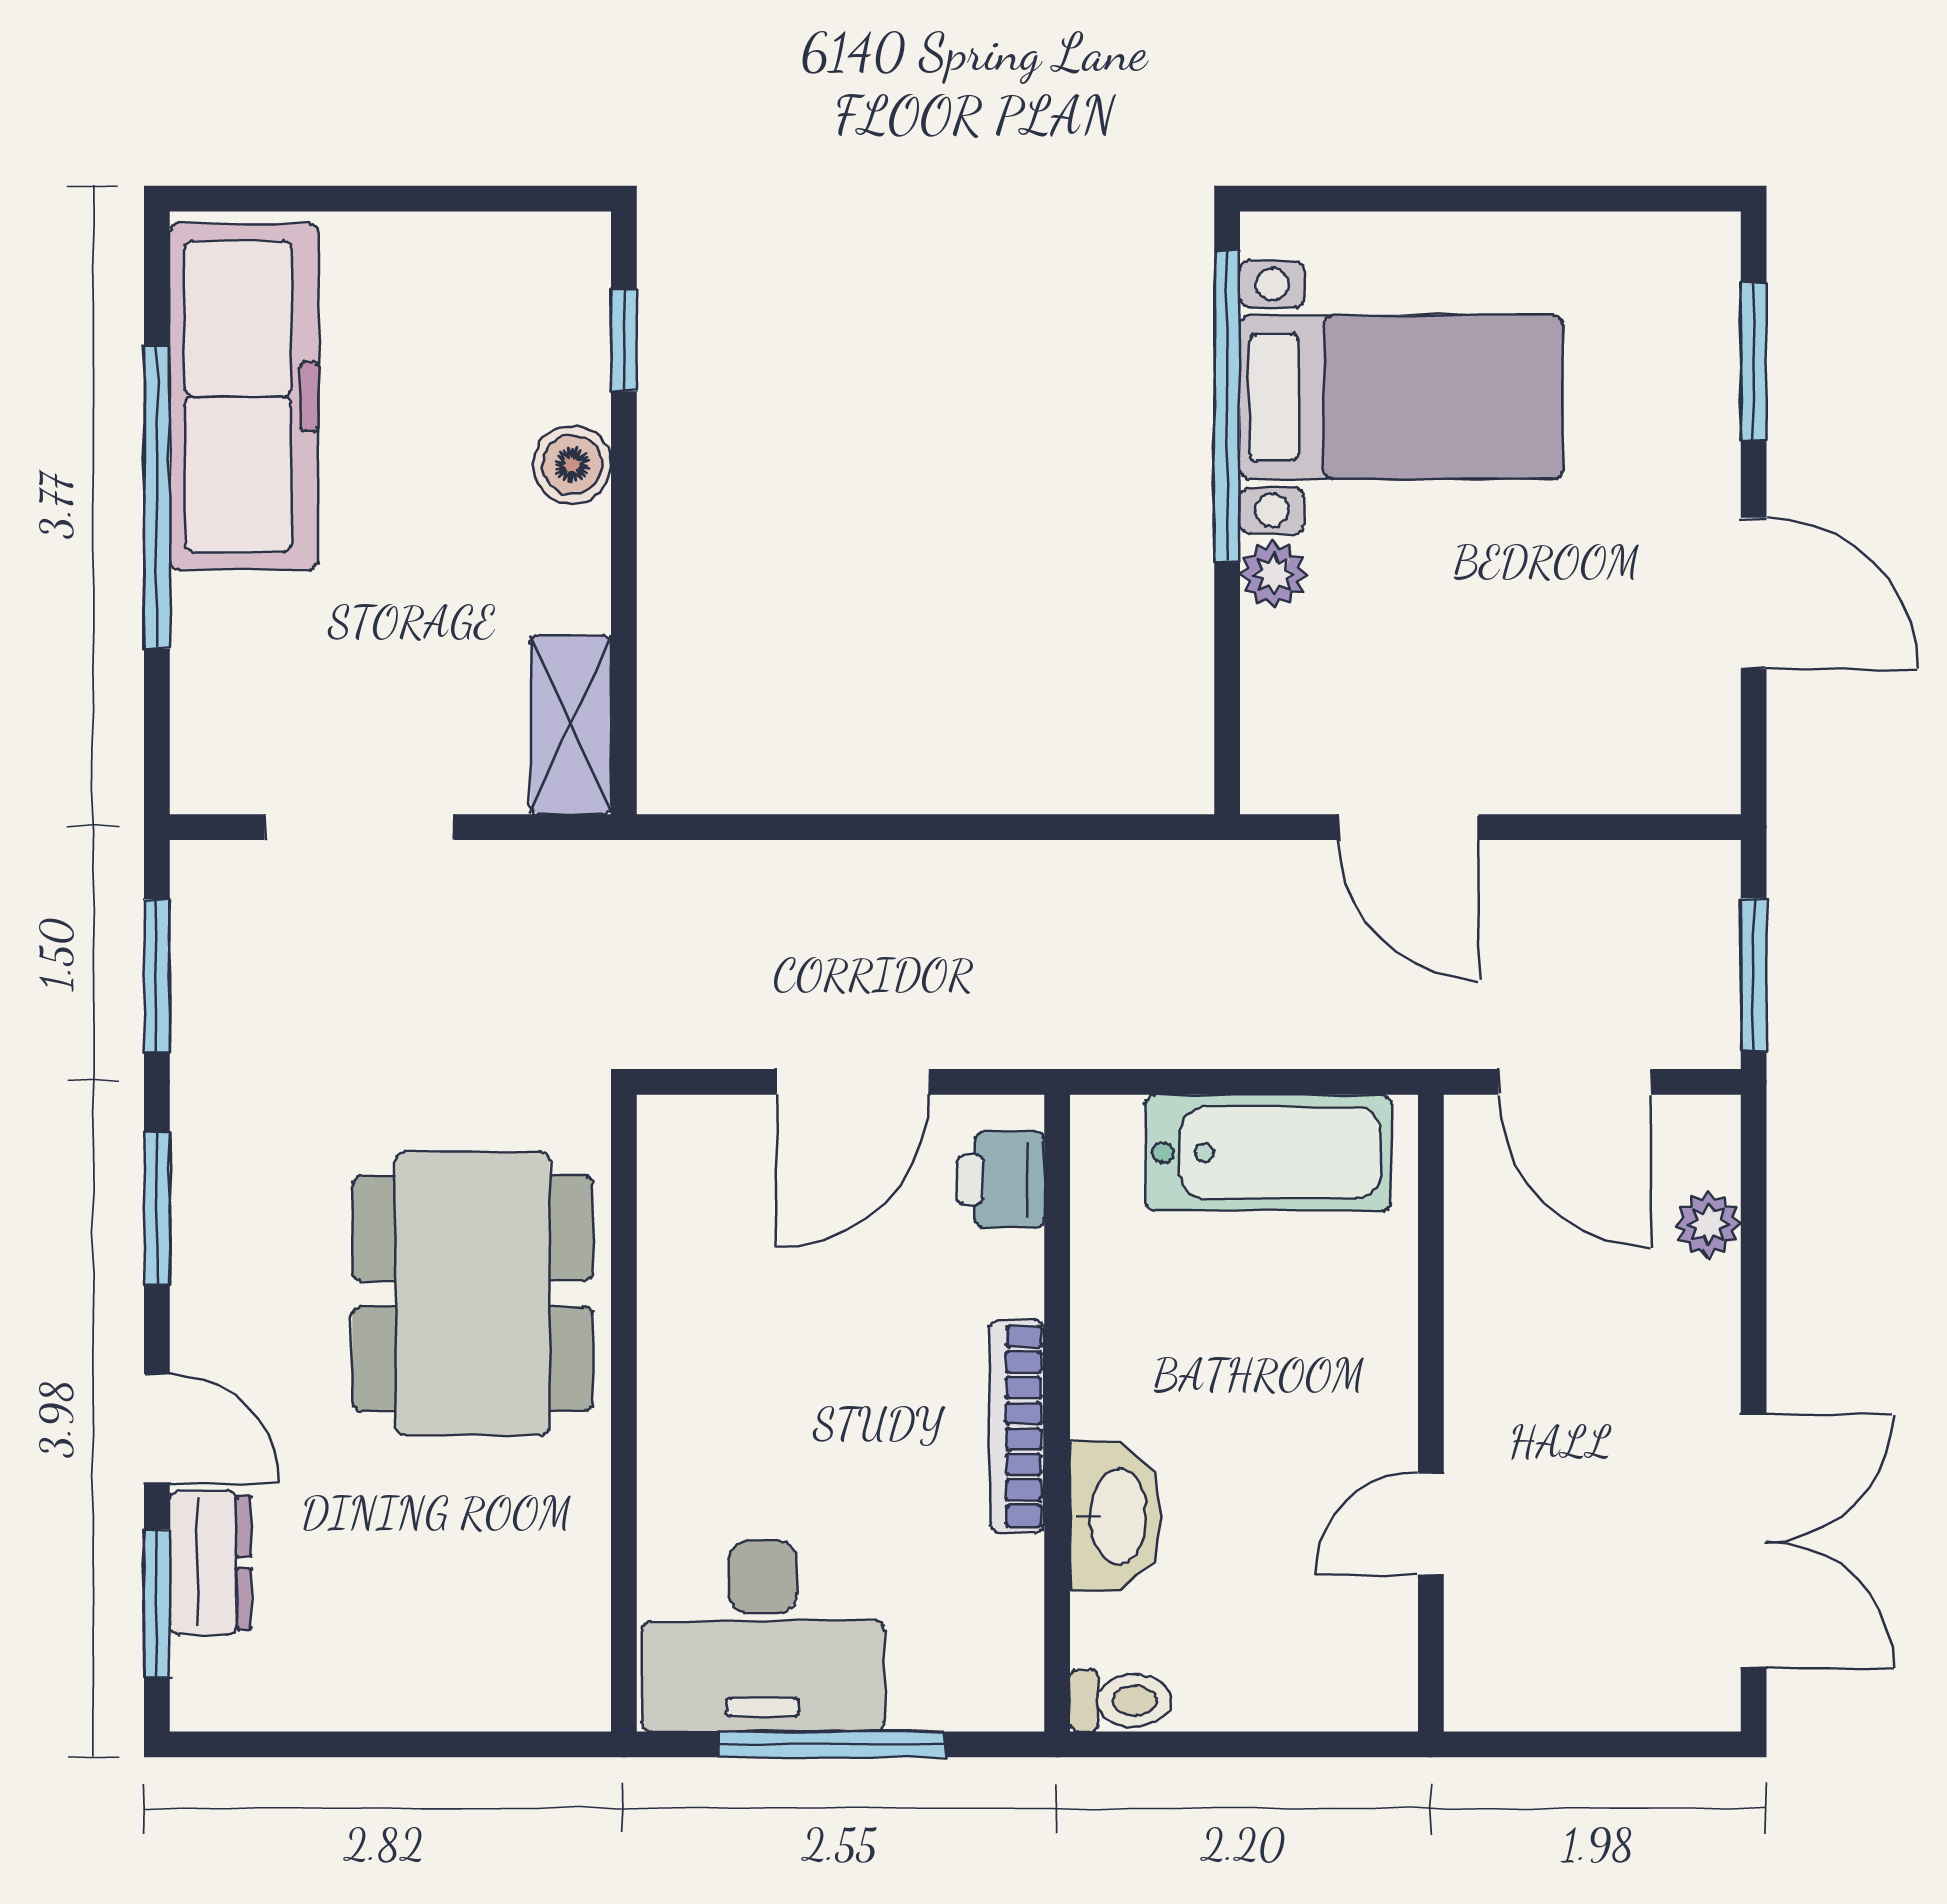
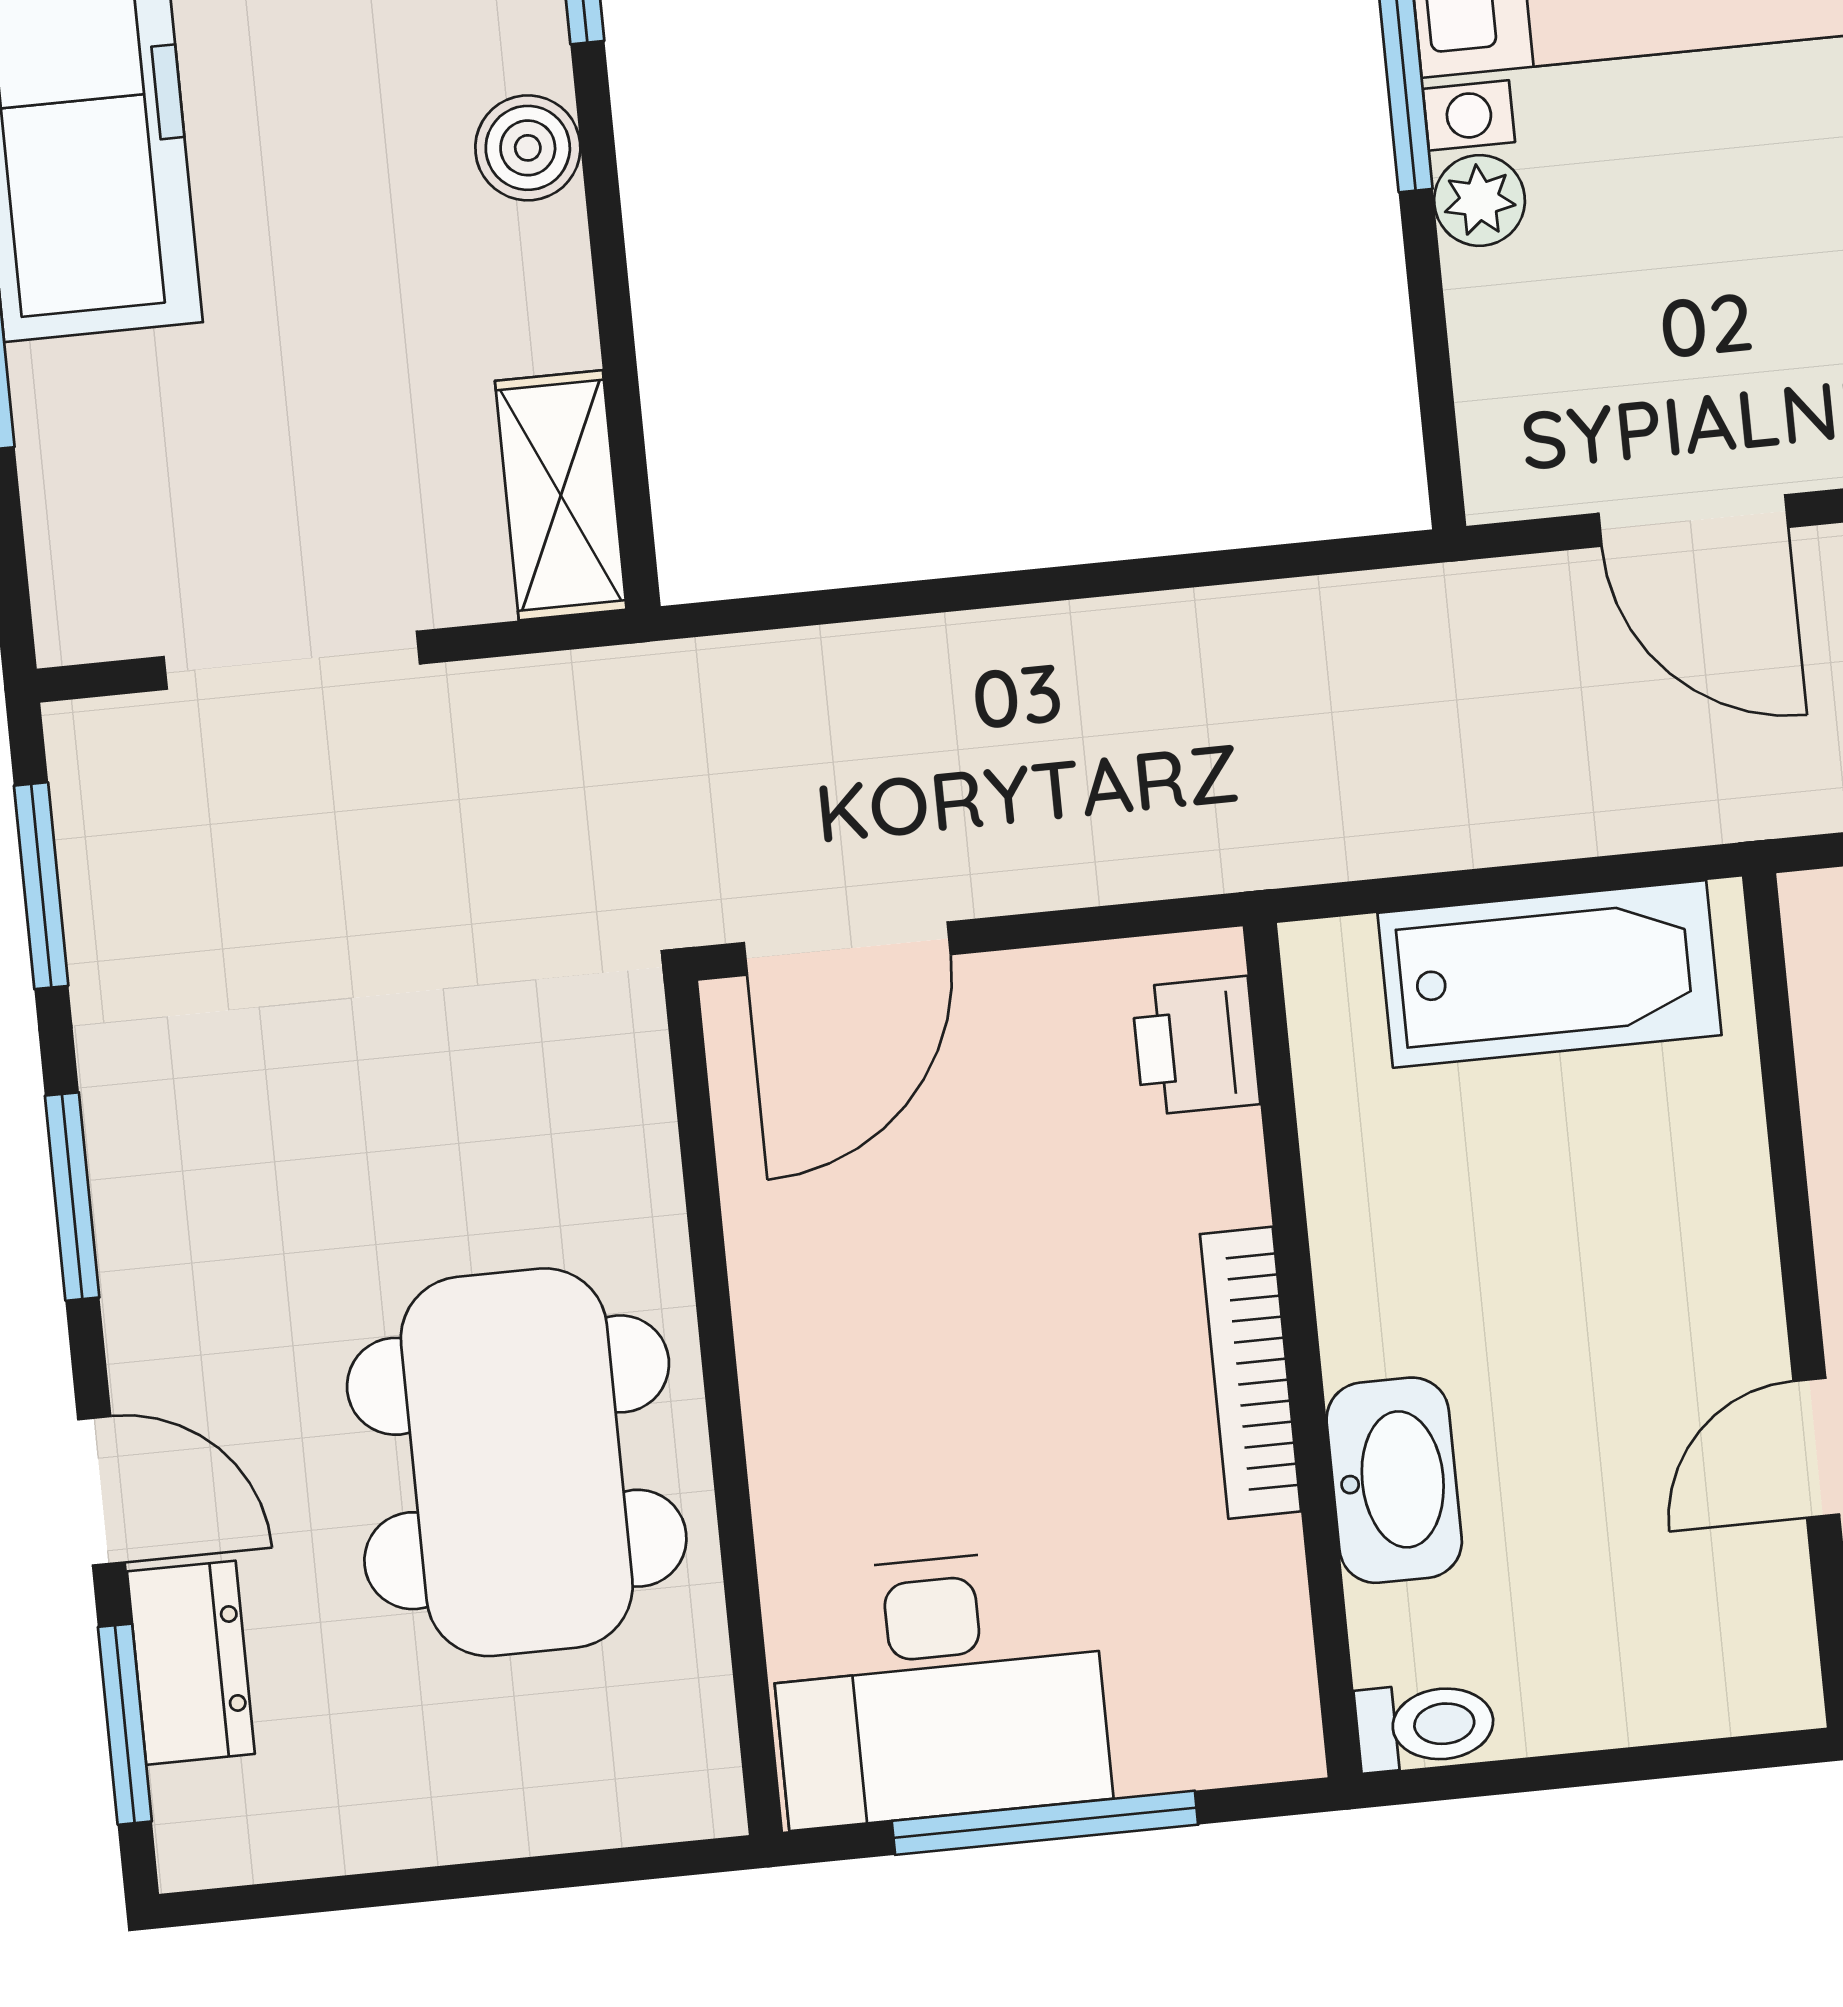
door: (852, 1082) -> (847, 949), moved
dining table: (473, 1294) -> (517, 1462), moved

